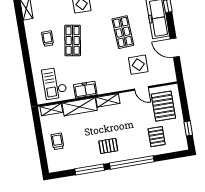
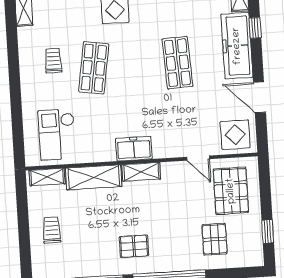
display table: (138, 65) -> (235, 135), moved
freezer: (85, 90) -> (134, 149), moved

